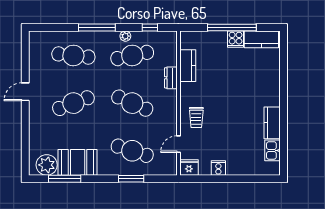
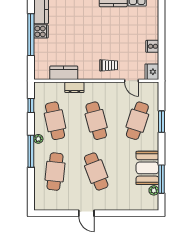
plant: (125, 36) -> (38, 139), moved
cafe table: (132, 103) -> (96, 121), turned -39
plant: (47, 165) -> (154, 190), width x0.53, depth x0.53

